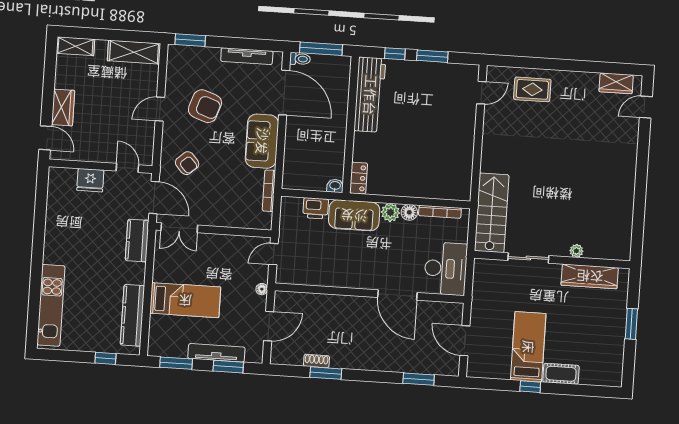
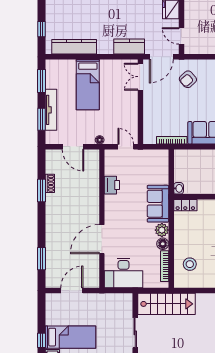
door: (127, 168) -> (181, 36), swing flipped
stool: (439, 177) -> (190, 264), added
printer: (316, 208) -> (112, 185), moved, turned 180

